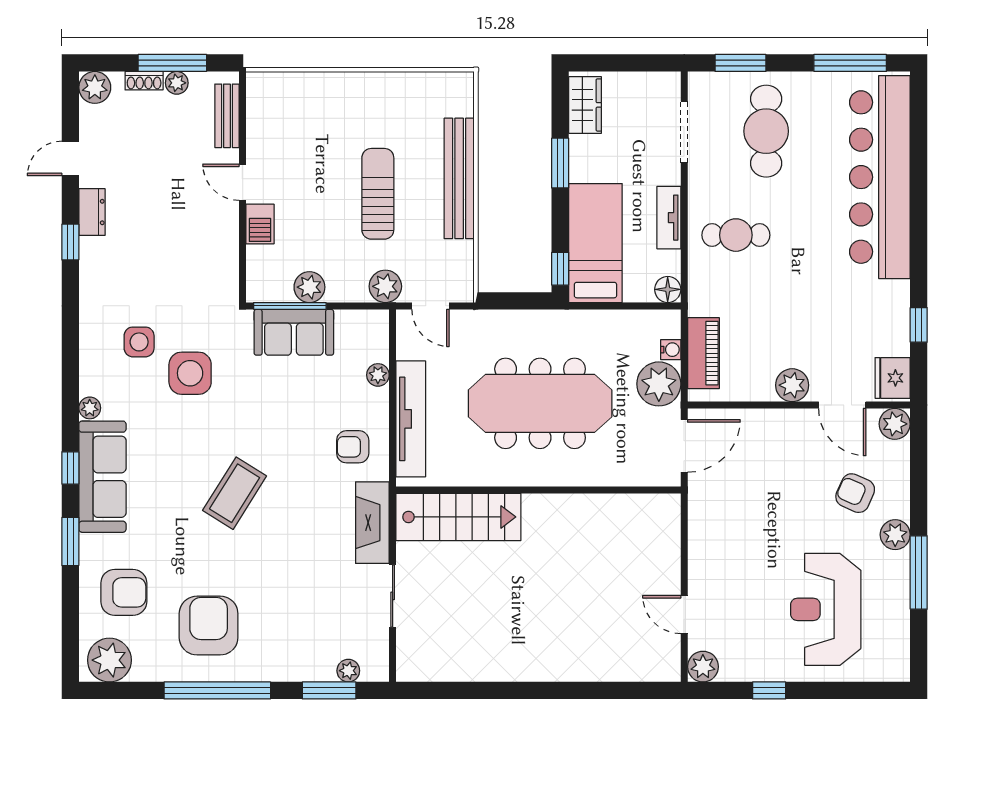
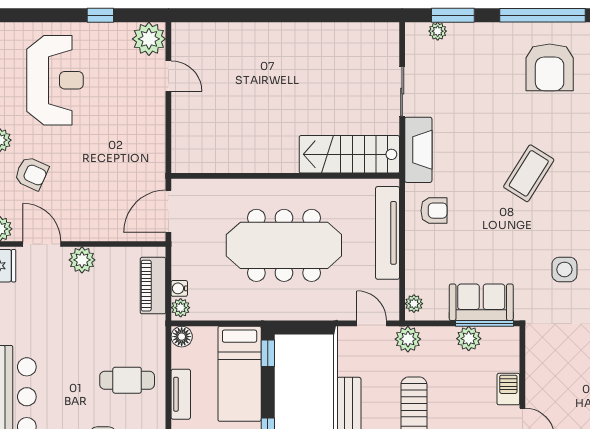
side table: (190, 373) -> (564, 269), width x0.73, depth x0.73
plant: (378, 375) -> (414, 304), moved
plant: (659, 384) -> (181, 308), moved, width x0.53, depth x0.53
plant: (703, 667) -> (149, 39), width x1.36, depth x1.36

